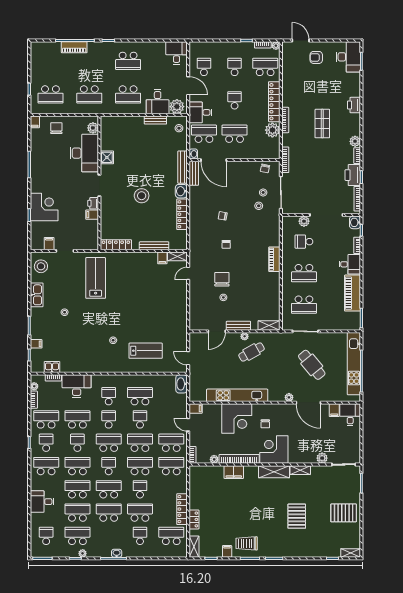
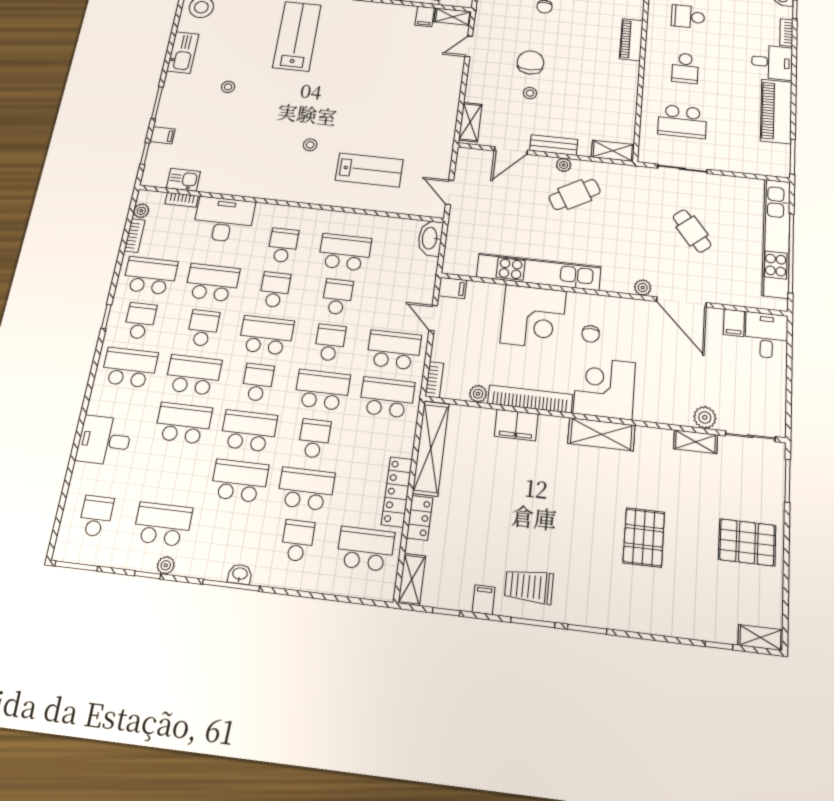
school desk: (304, 273) -> (685, 68), width x0.54
shelving: (194, 318) -> (470, 122), added
cafe table: (312, 365) -> (692, 231), width x0.73, depth x0.74
school desk: (140, 443) -> (330, 343), width x0.54
shelving: (300, 470) -> (695, 442), moved
shelving: (195, 487) -> (431, 448), added
school desk: (77, 513) -> (173, 473), removed

